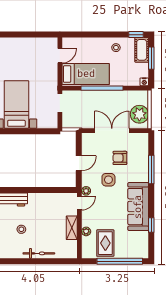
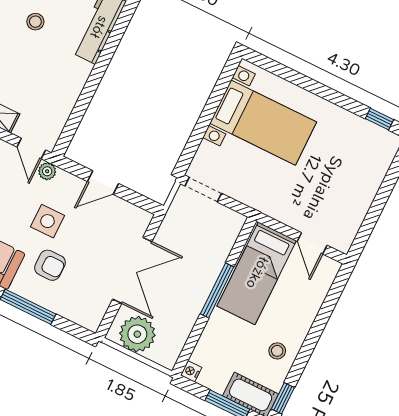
window: (102, 88) -> (217, 290), width x0.68
doorway: (60, 103) -> (203, 190), moved
armchair: (120, 158) -> (50, 265), moved, turned 90
door: (79, 163) -> (103, 183), hinge flipped

